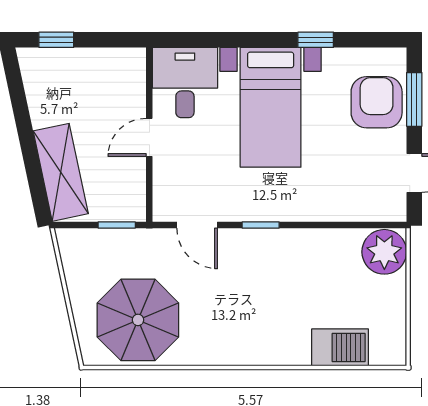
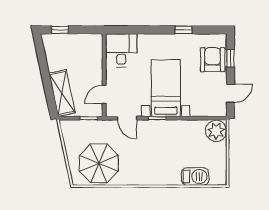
window: (414, 99) -> (230, 58), width x0.67
bed with nightstands: (271, 107) -> (166, 88), moved, turned 180
door: (149, 137) -> (104, 94), moved

